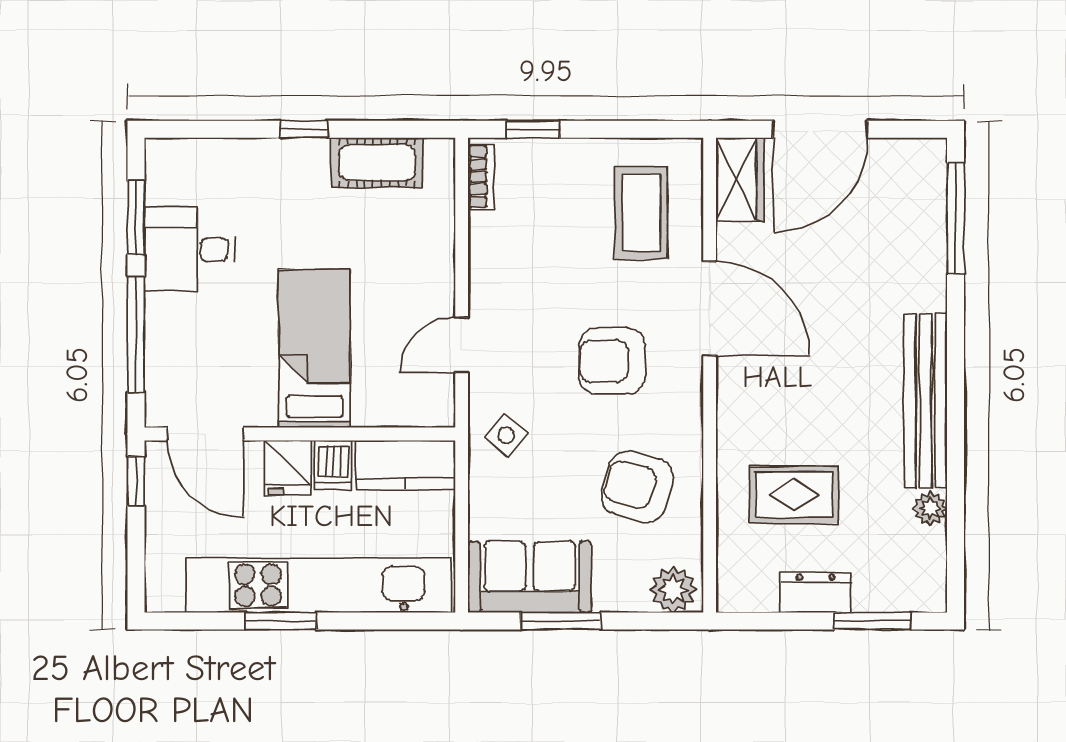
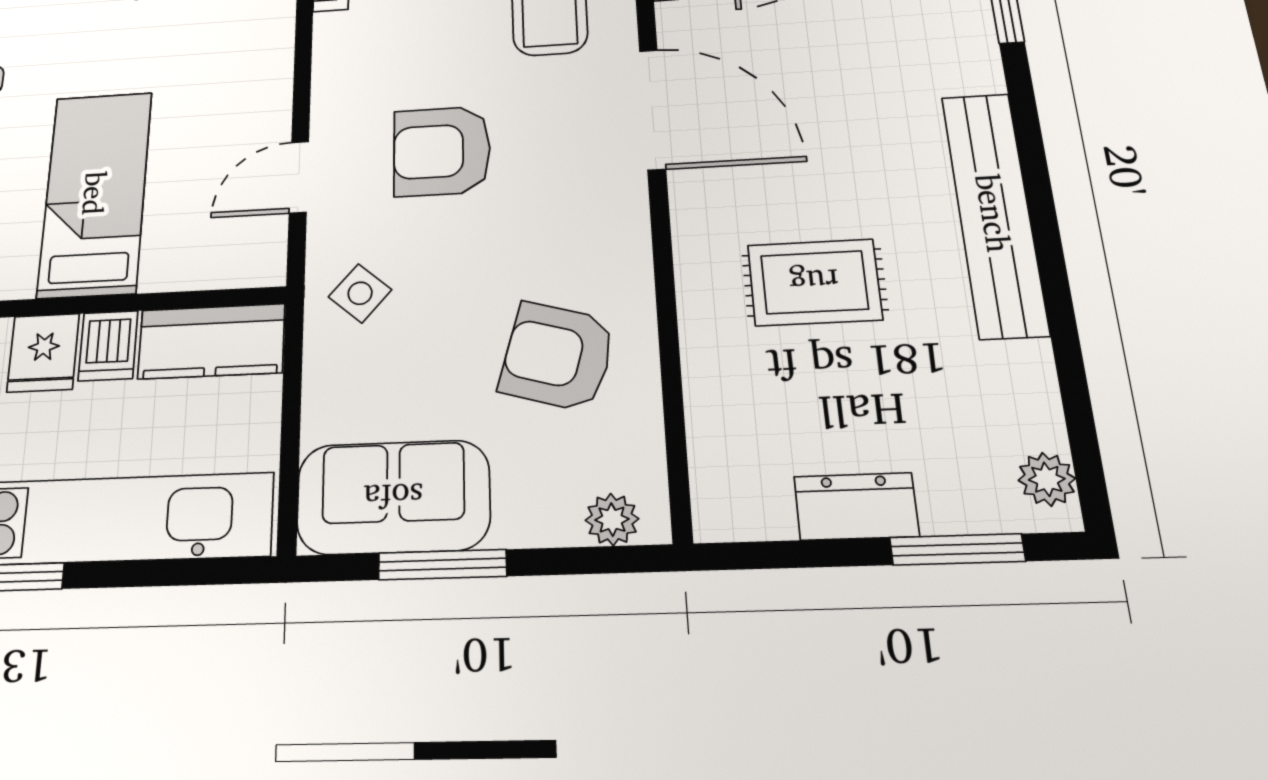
armchair: (612, 361) -> (442, 151), moved
rug: (794, 495) -> (814, 282), moved
plant: (930, 508) -> (1047, 479), moved
plant: (673, 590) -> (612, 520), width x0.73, depth x0.73

